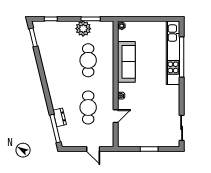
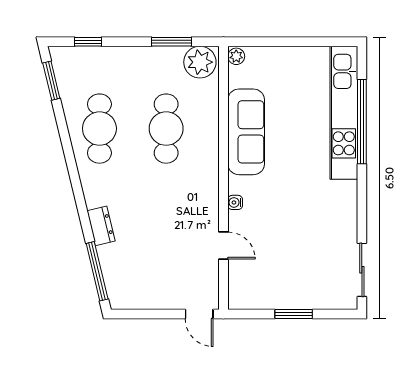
plant: (83, 29) -> (200, 62), moved
cafe table: (88, 107) -> (99, 129), moved
door: (116, 116) -> (224, 246), hinge flipped
dresser: (60, 117) -> (101, 226), moved
door: (93, 149) -> (199, 314), moved

